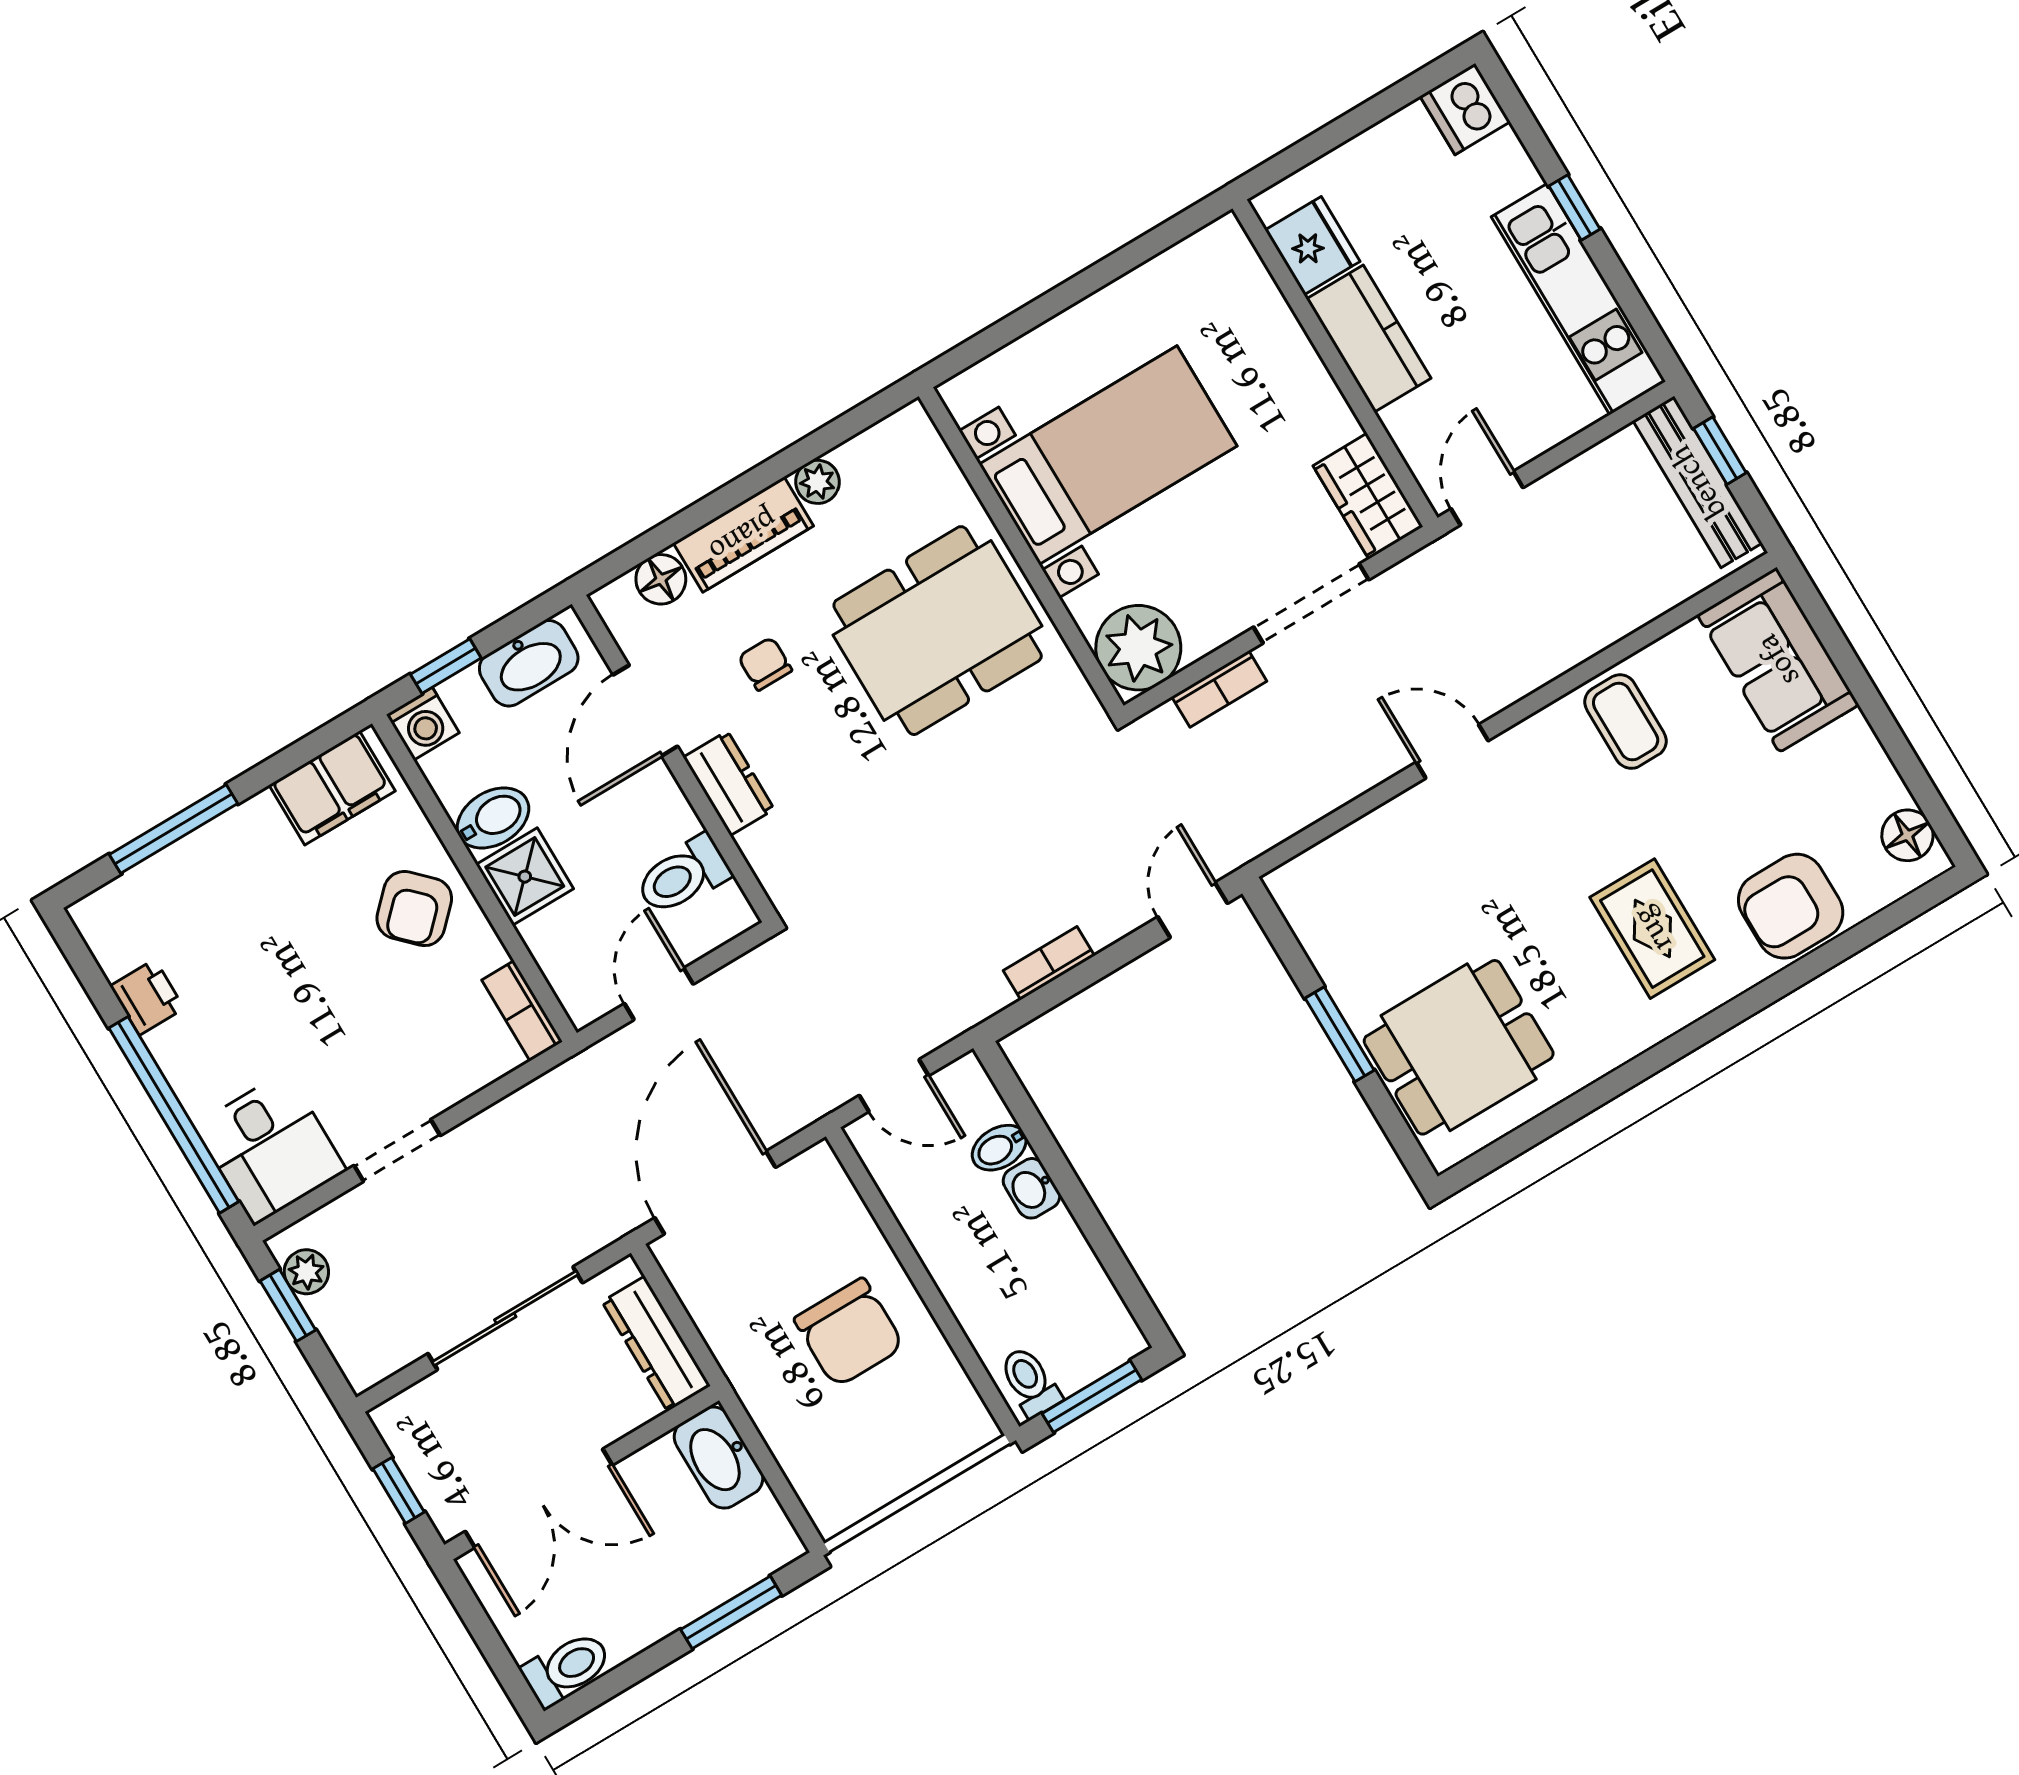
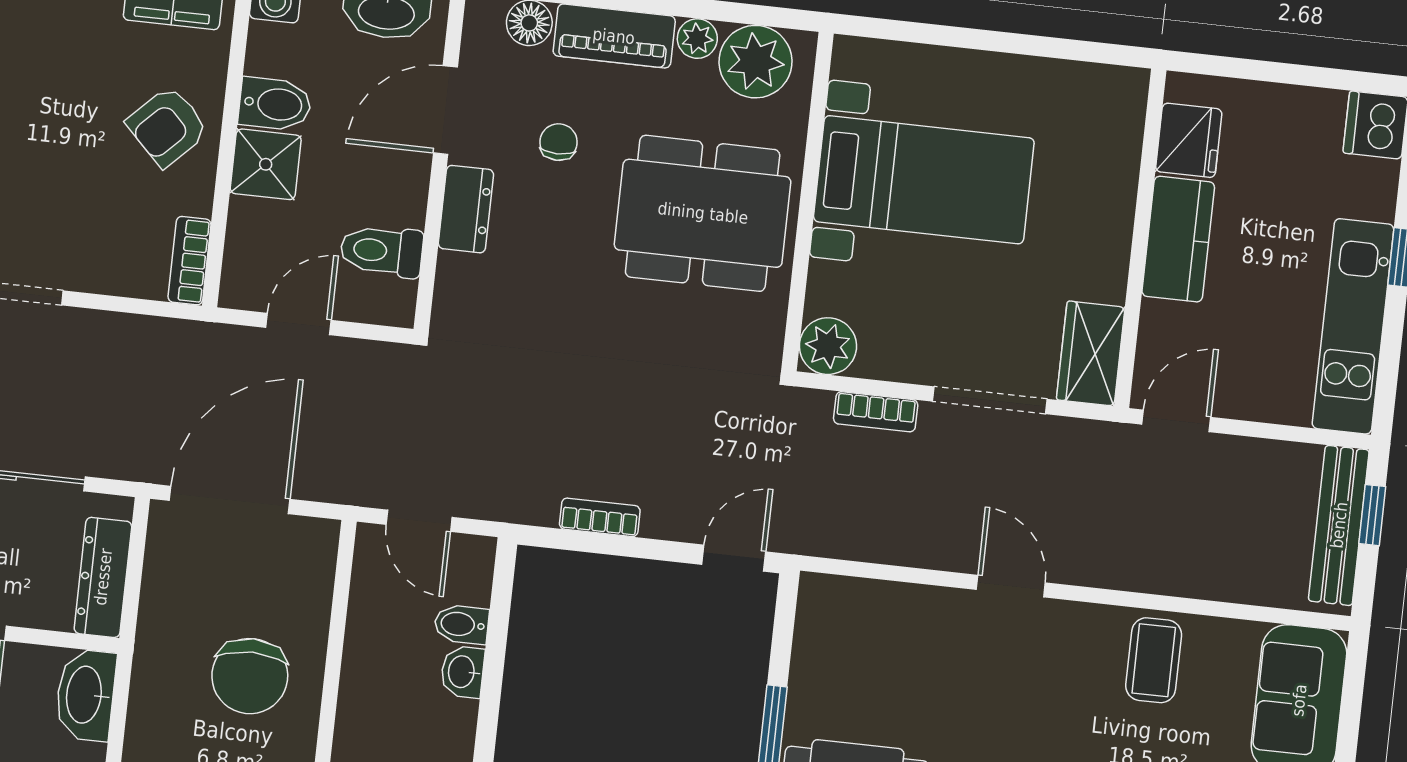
plant: (883, 464) -> (755, 62), added
plant: (1138, 648) -> (828, 346), width x0.73, depth x0.73

